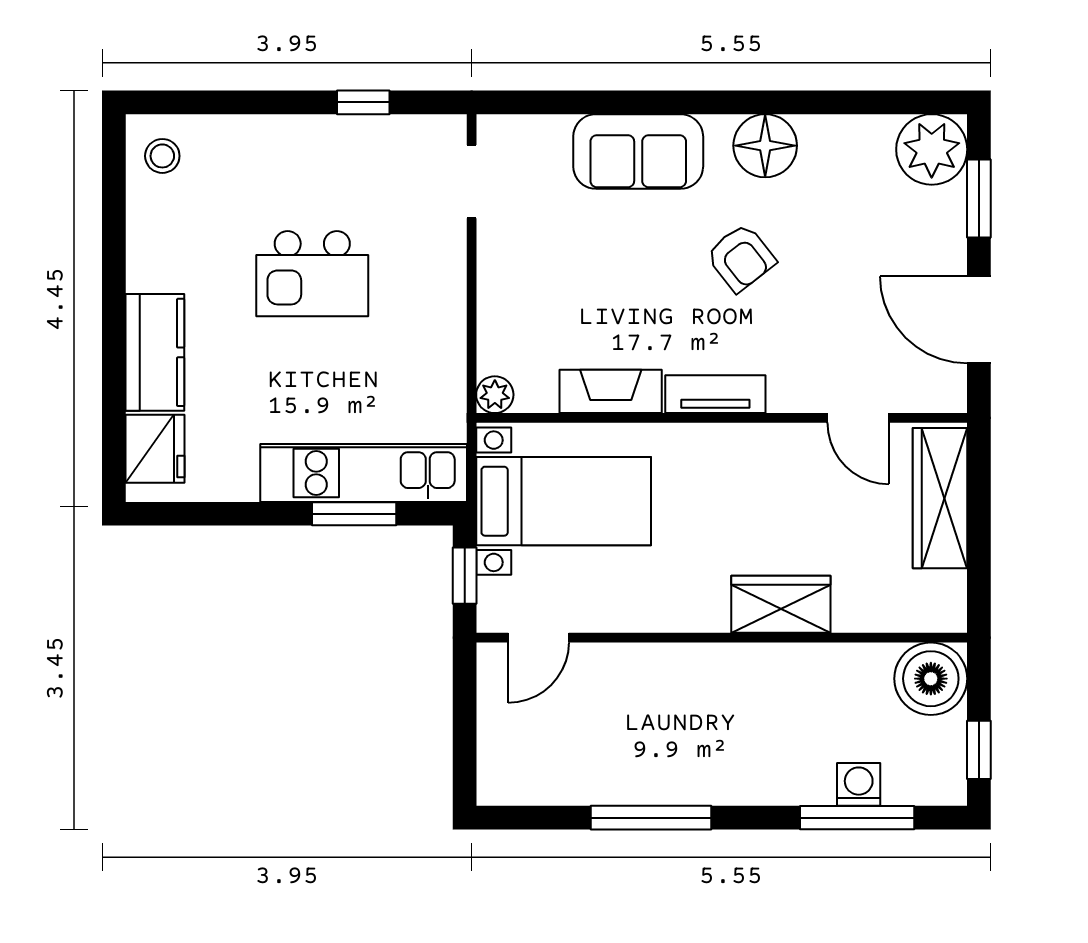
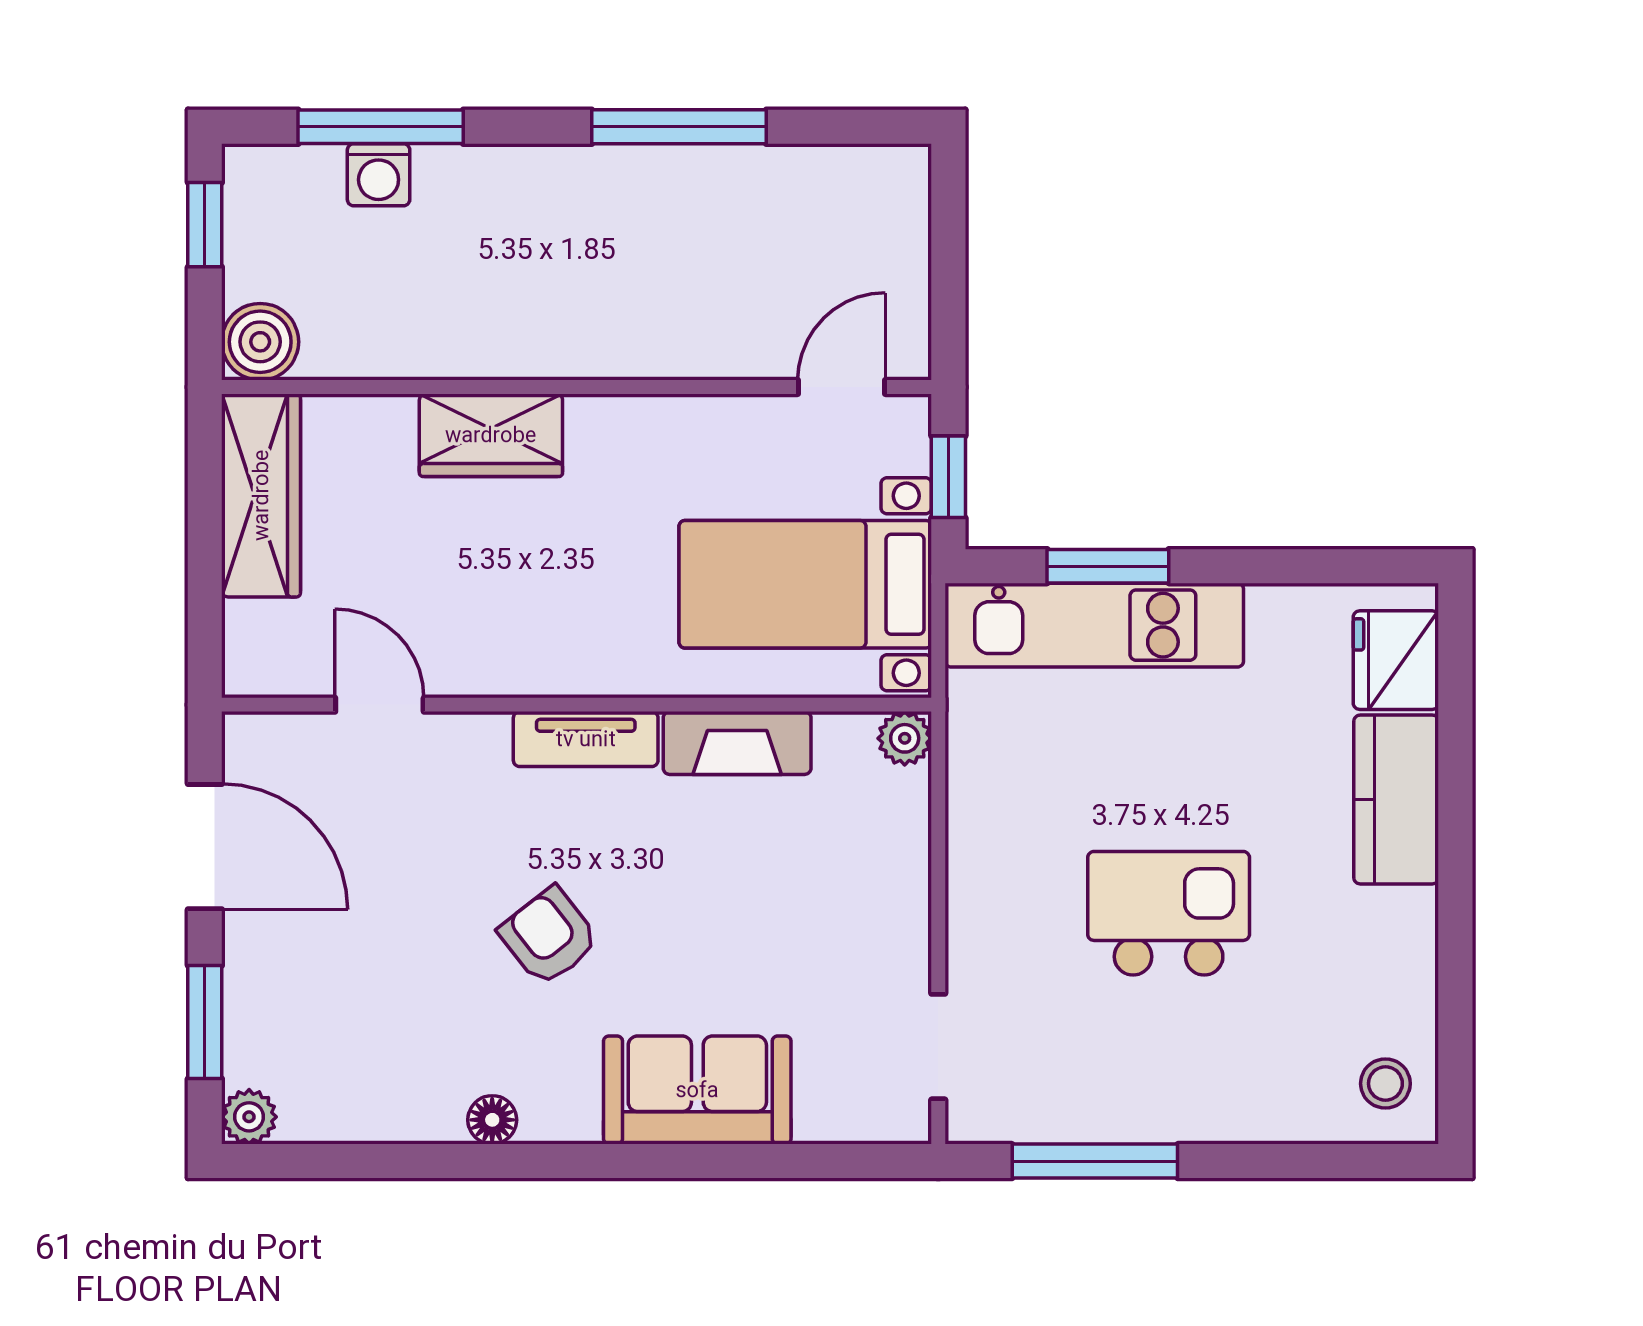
window: (363, 102) -> (1095, 1161), width x2.17
floor lamp: (765, 146) -> (492, 1120), width x0.53, depth x0.53
plant: (932, 149) -> (249, 1117), width x0.53, depth x0.53
wardrobe: (940, 498) -> (261, 495), moved
boiler: (931, 679) -> (260, 342), width x0.73, depth x0.73

